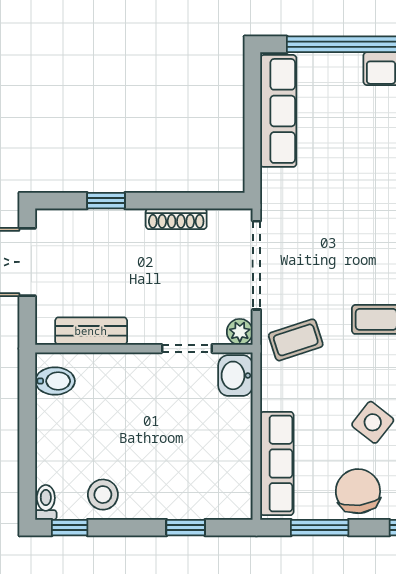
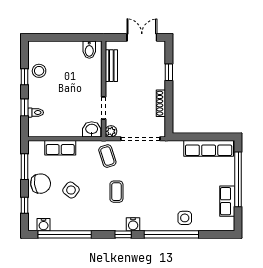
row of seats: (277, 463) -> (60, 148), width x0.68
toilet: (46, 502) -> (36, 113), moved
window: (70, 528) -> (24, 77), moved

